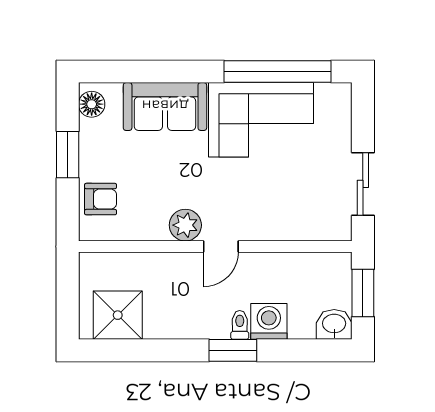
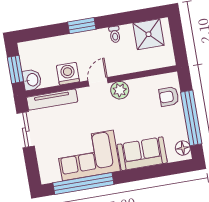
window: (68, 155) -> (191, 118), width x2.11
tv unit: (307, 229) -> (52, 100), added
washing machine: (269, 321) -> (68, 74), moved, turned 180
washbasin: (334, 324) -> (32, 80), moved, turned -90
toilet: (240, 325) -> (115, 34), moved

